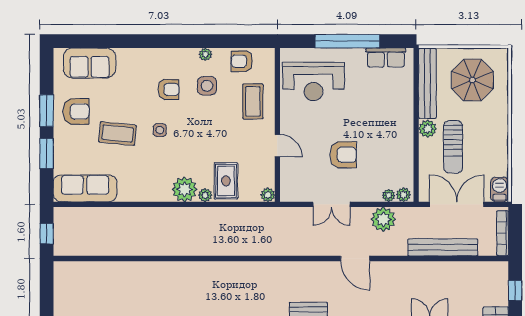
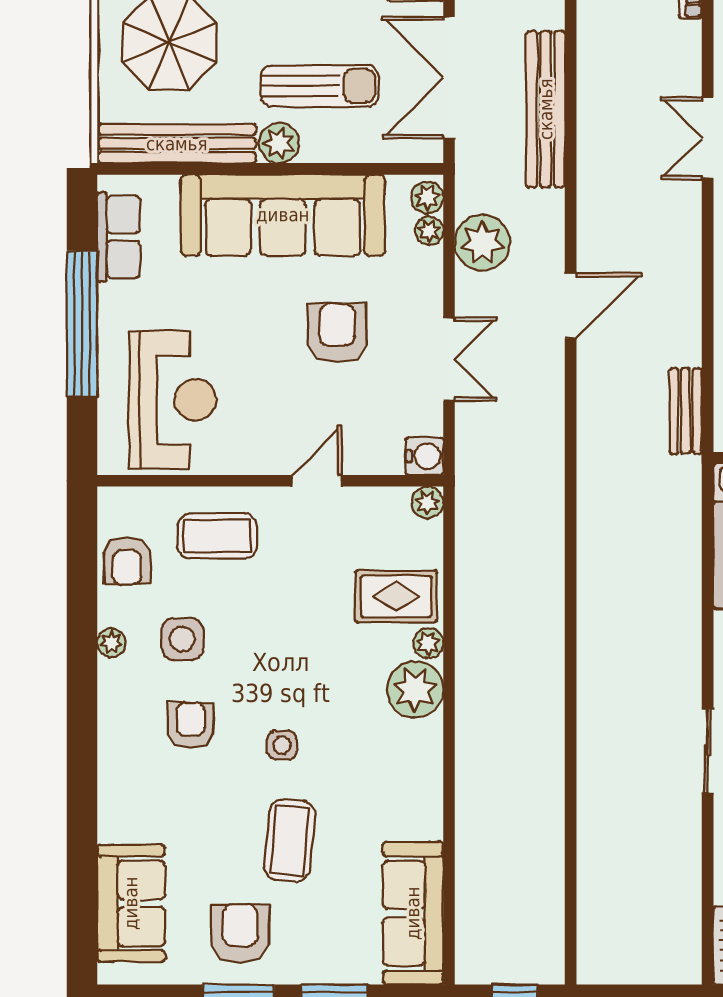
sofa: (396, 130) -> (283, 215), added
water cooler: (288, 193) -> (424, 456), added

